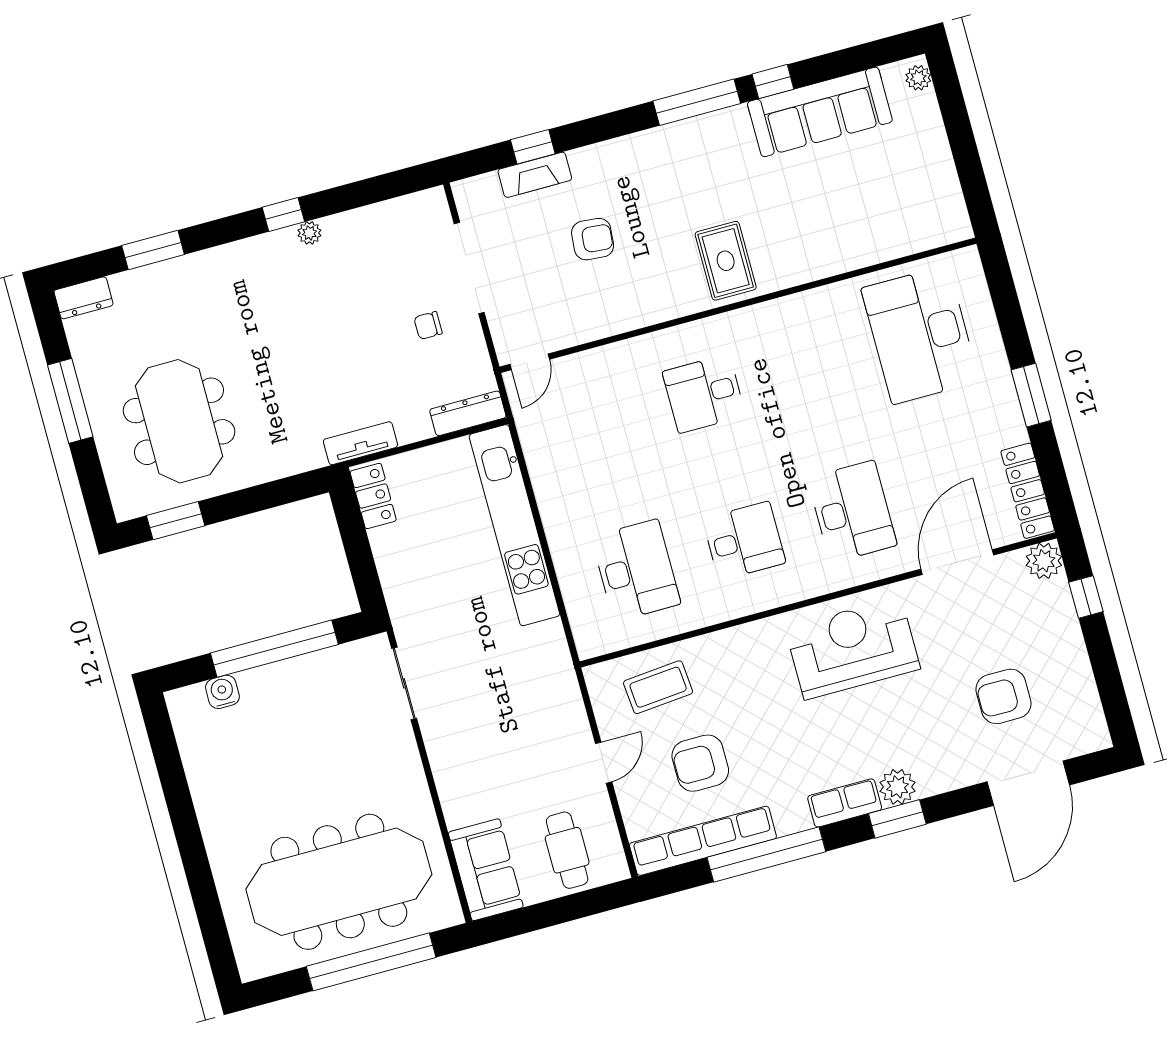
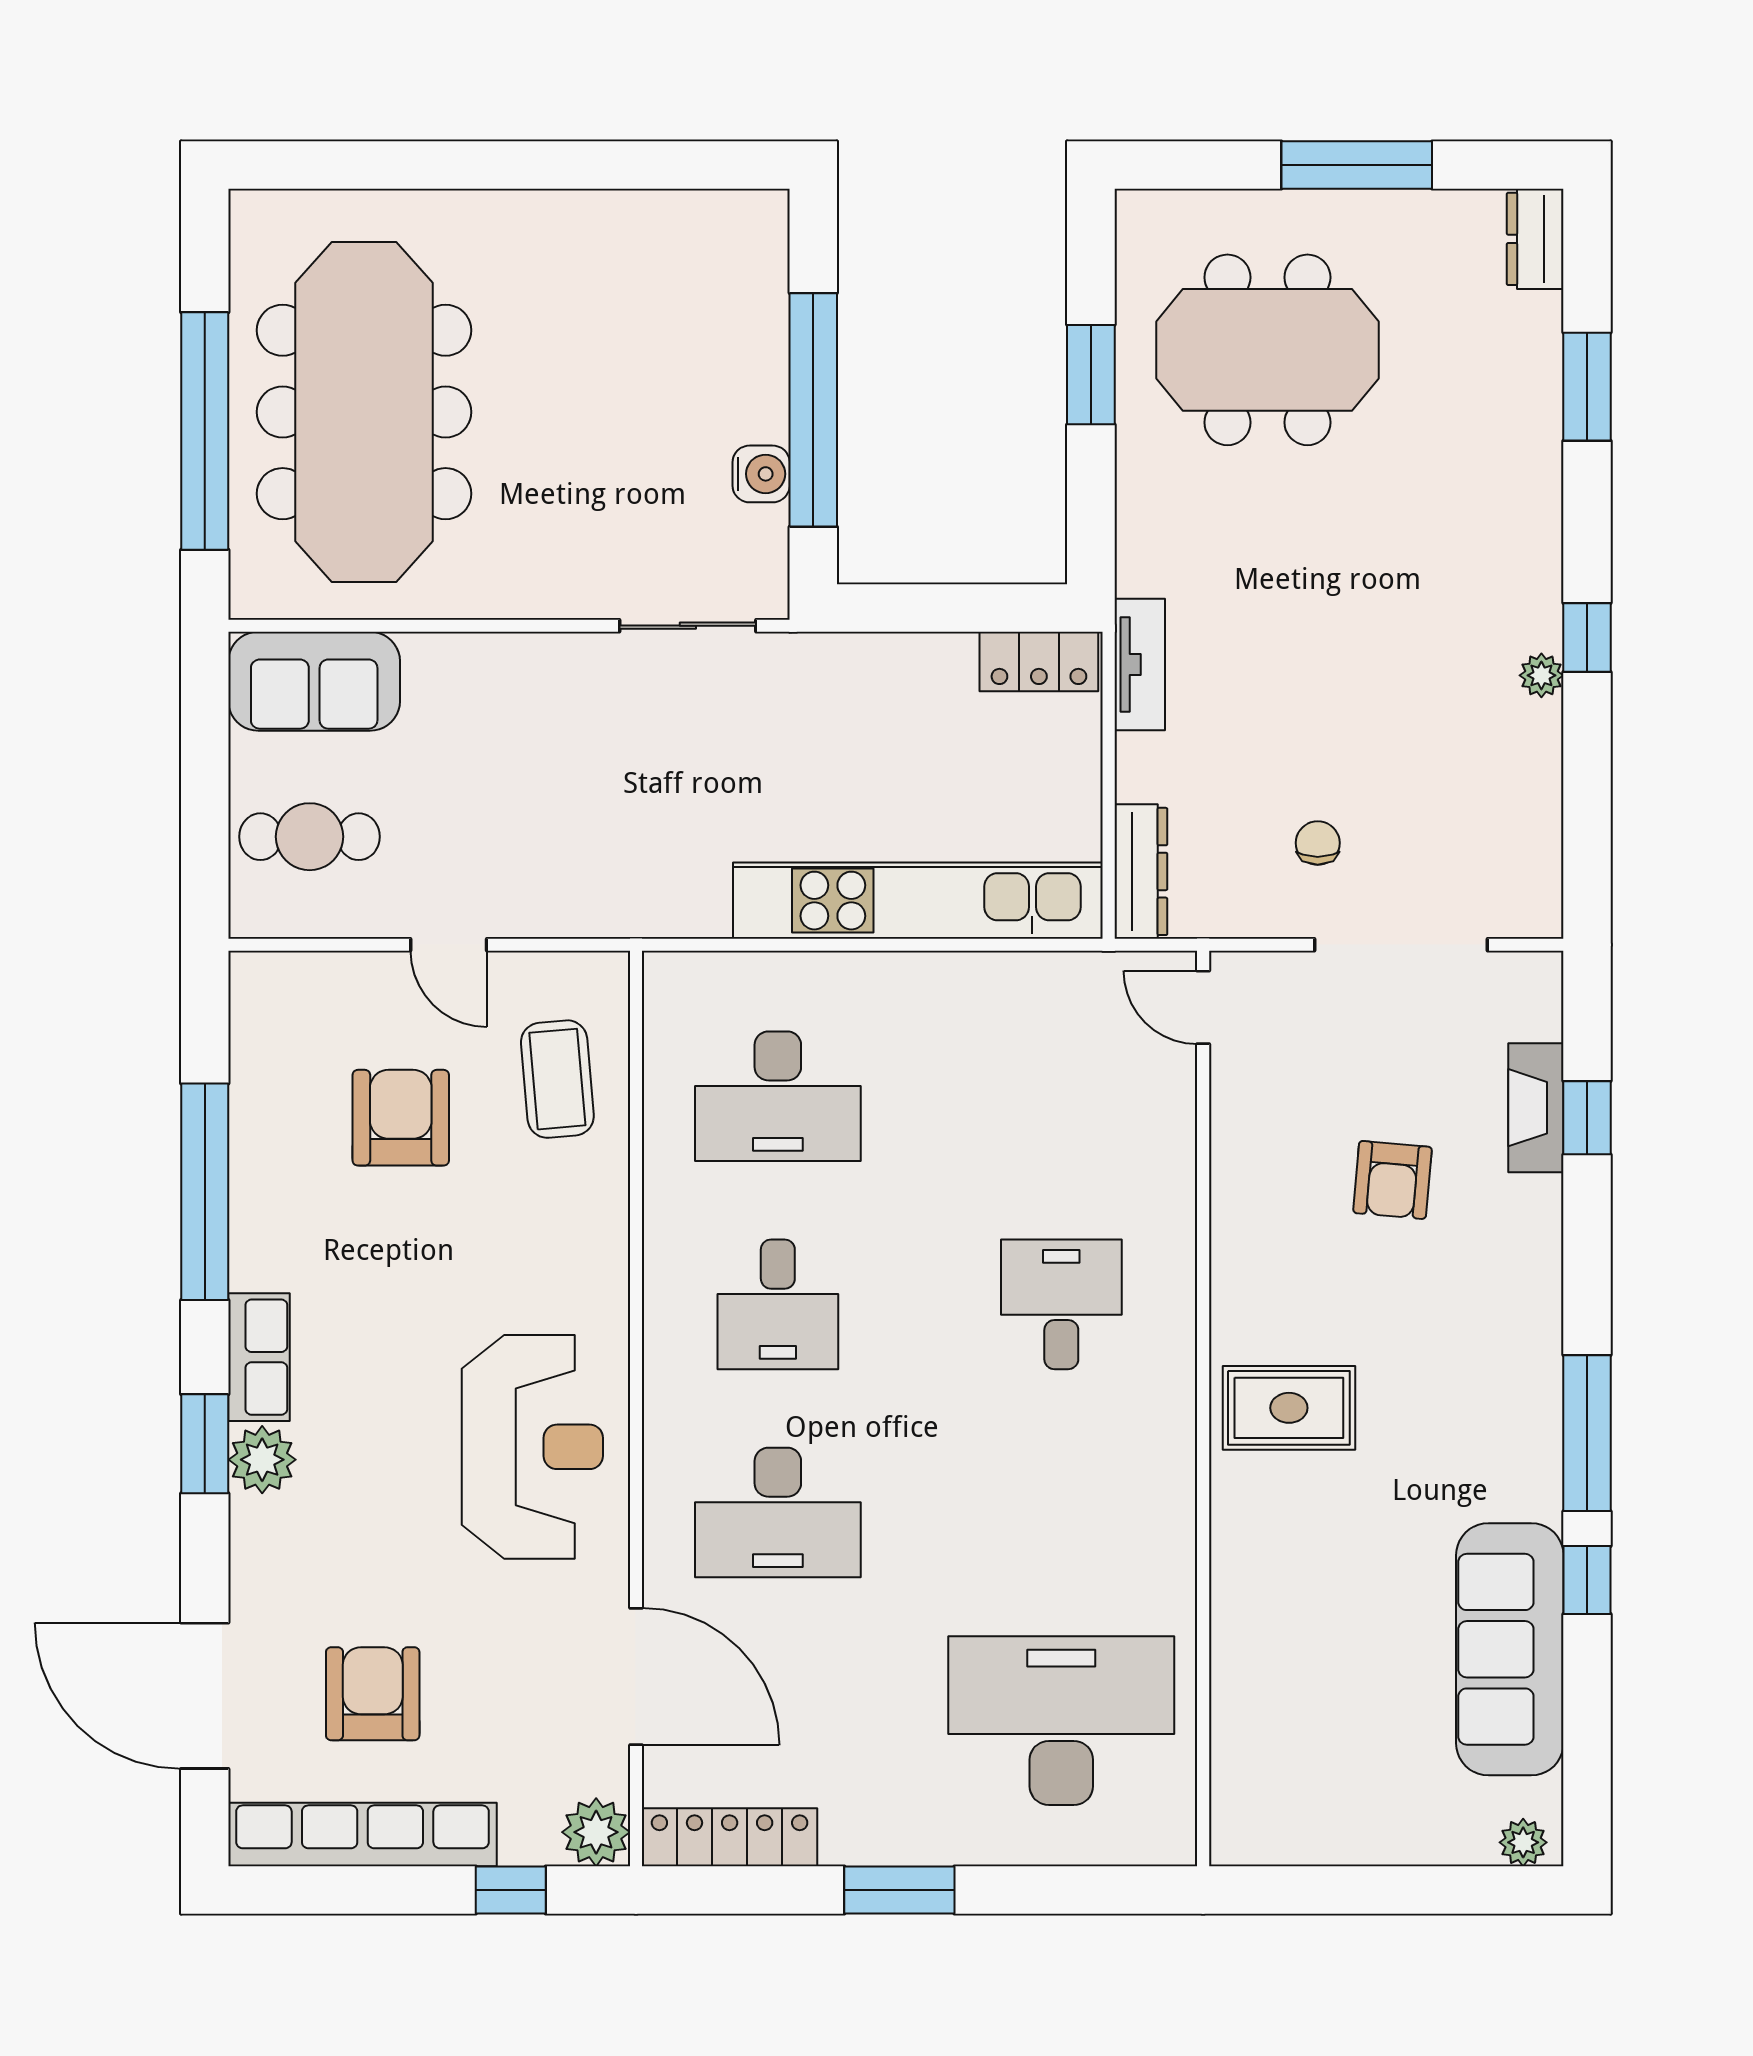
window: (176, 521) -> (1091, 375), moved
water cooler: (222, 692) -> (761, 474), moved
row of seats: (703, 841) -> (362, 1834), moved, turned -90

